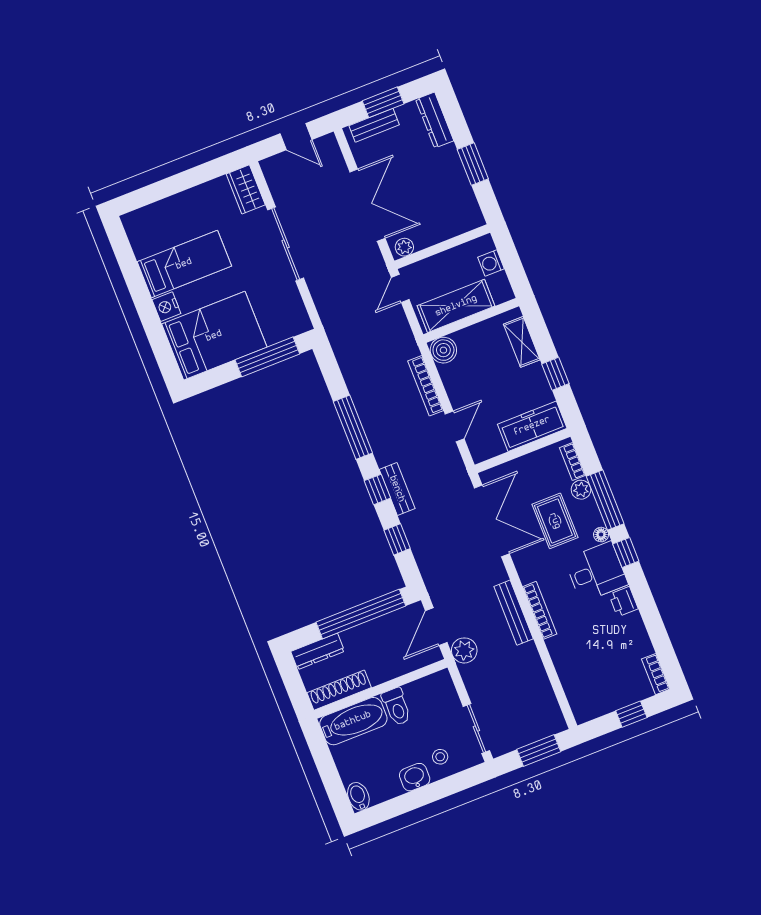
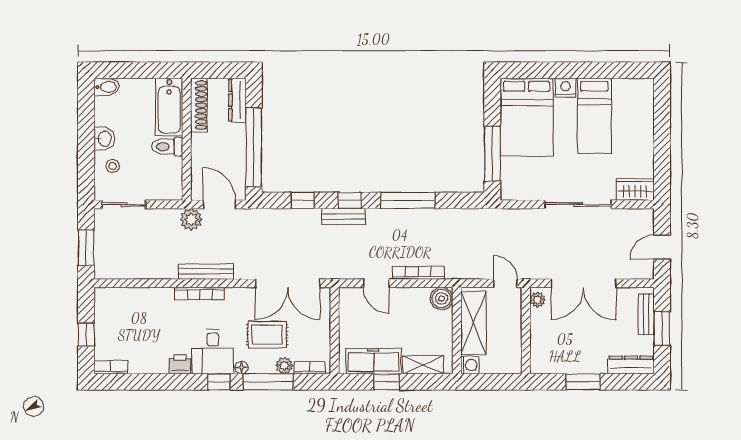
washing machine: (491, 263) -> (470, 365), moved, turned 90
freezer: (532, 426) -> (374, 361), moved, turned -90

